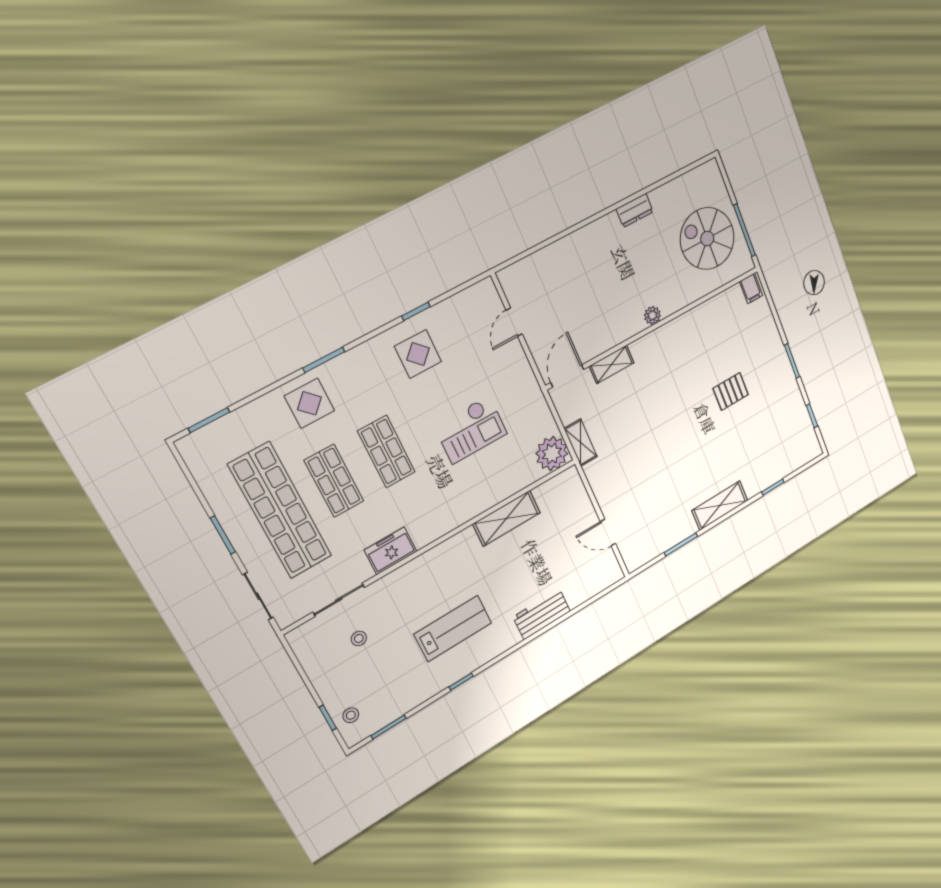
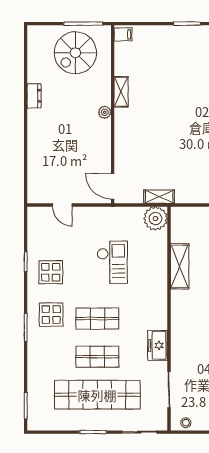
shelving: (612, 364) -> (121, 92), moved
pallet: (731, 391) -> (183, 78), removed
display table: (309, 403) -> (51, 315), moved
stool: (359, 638) -> (186, 423), moved

